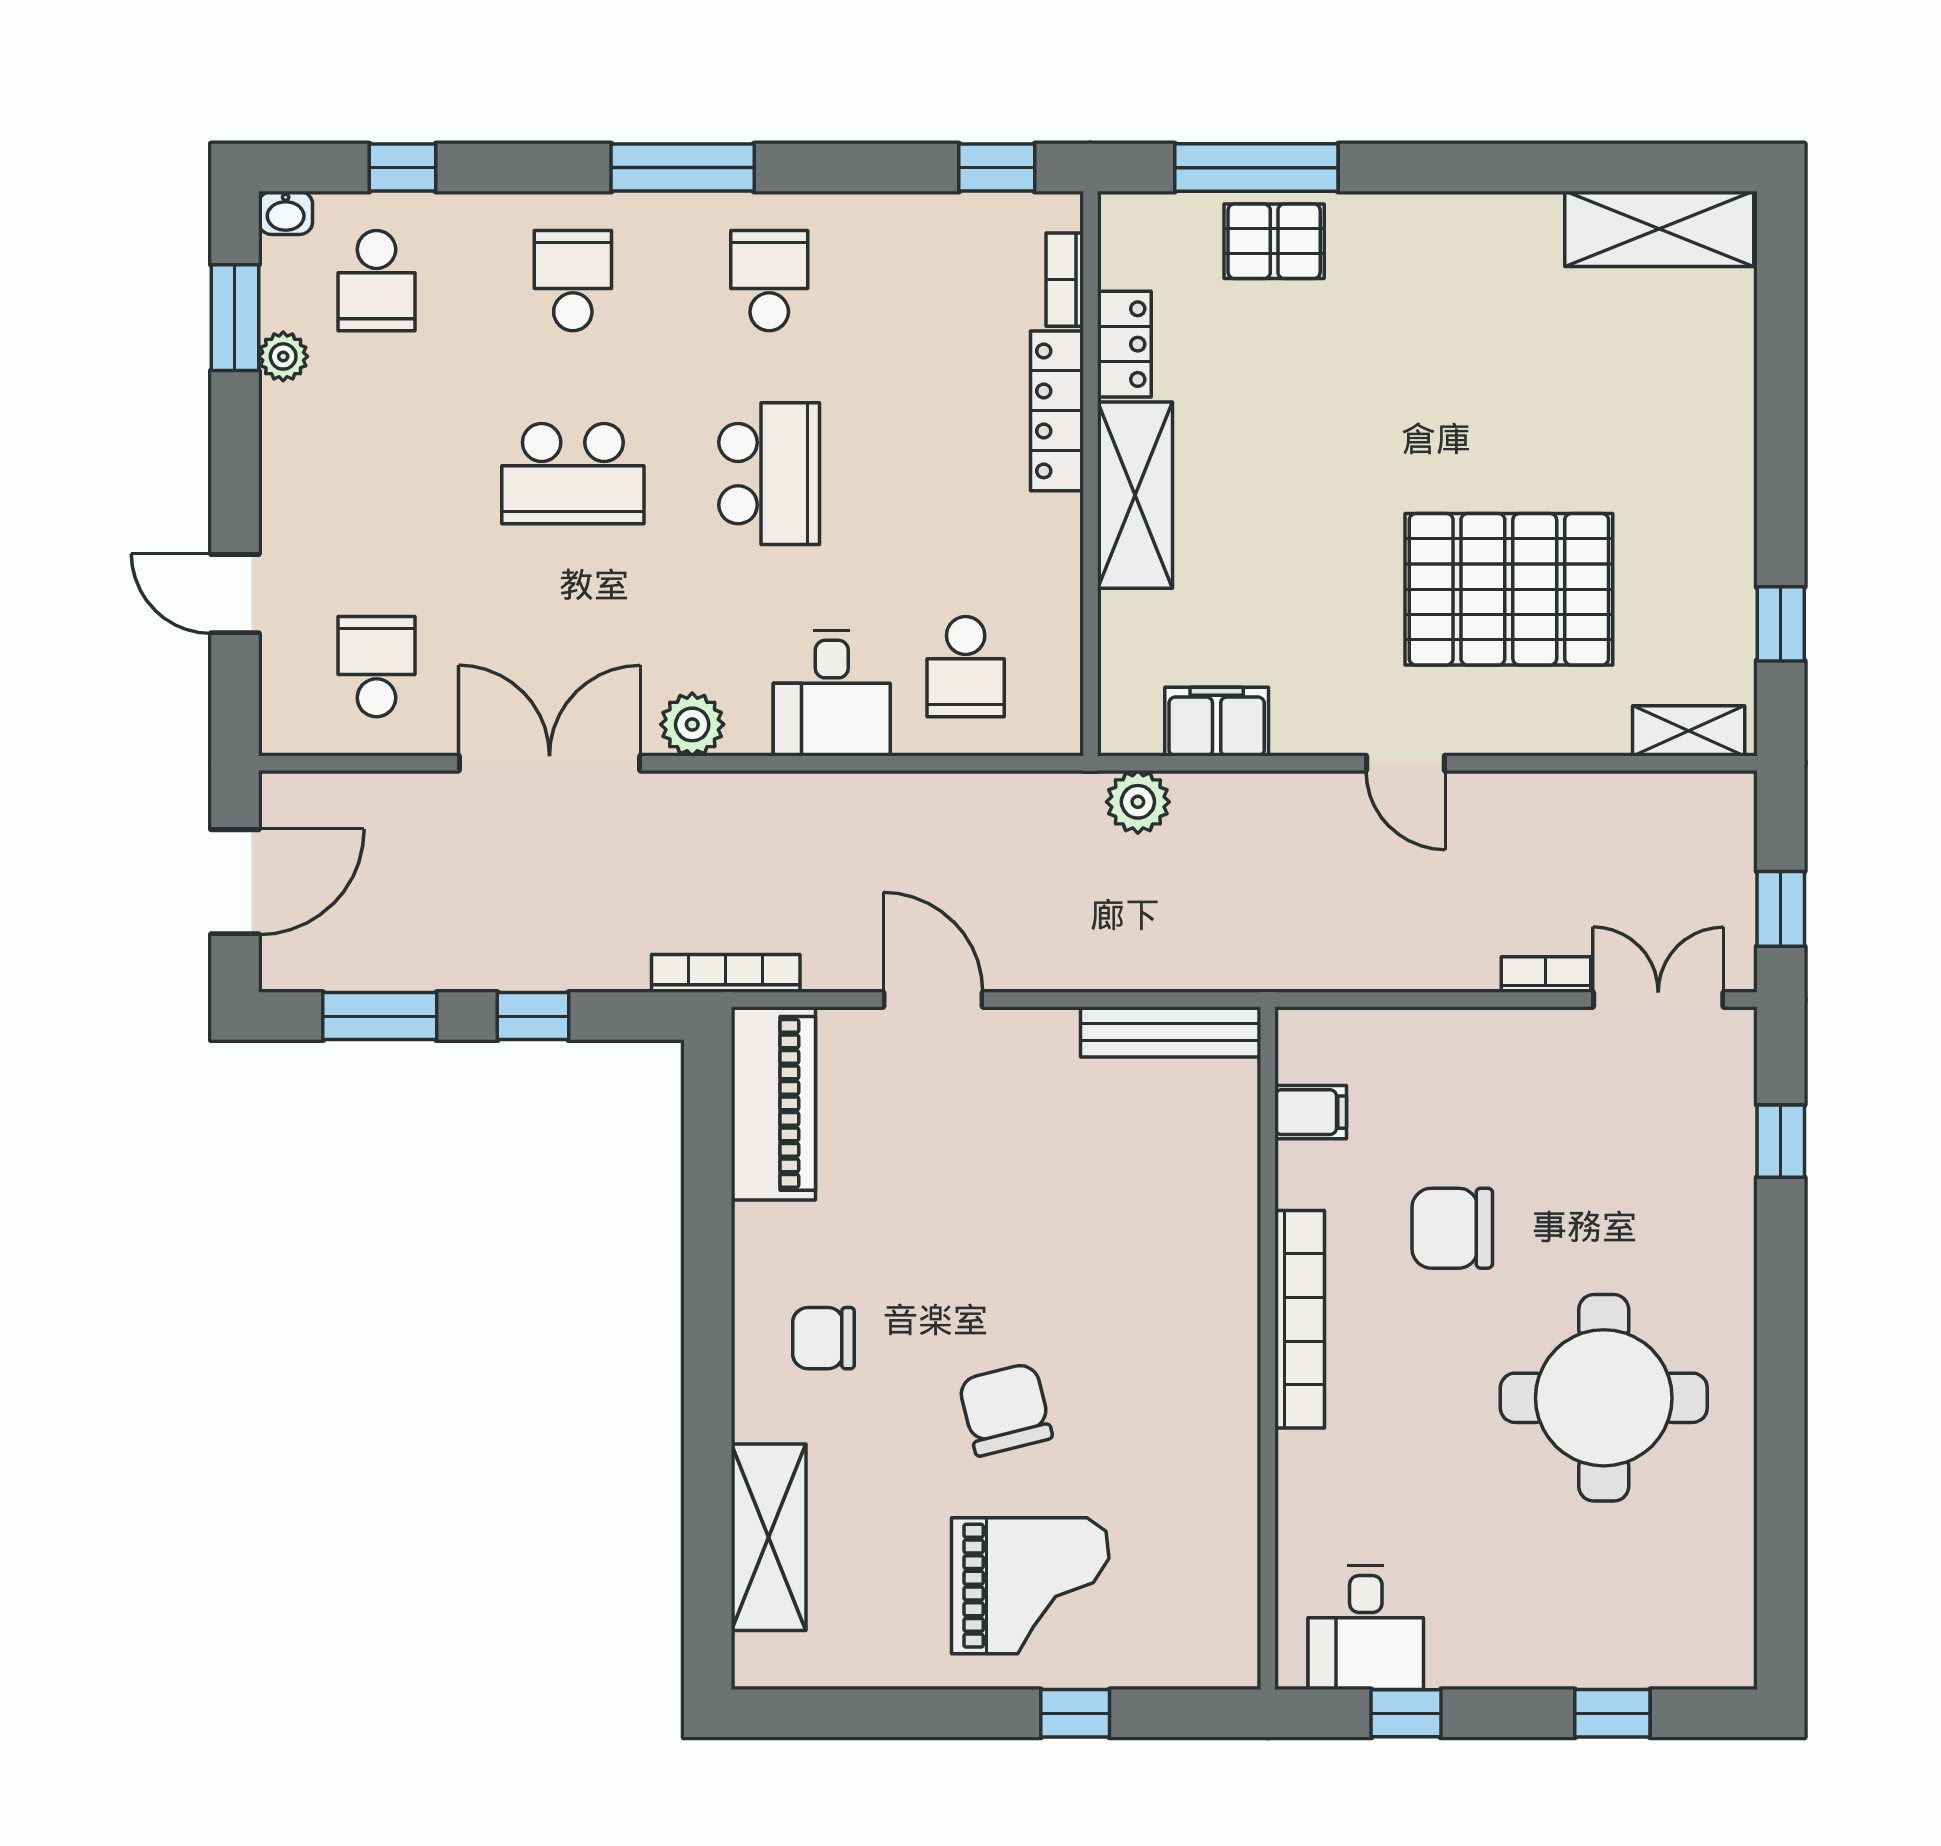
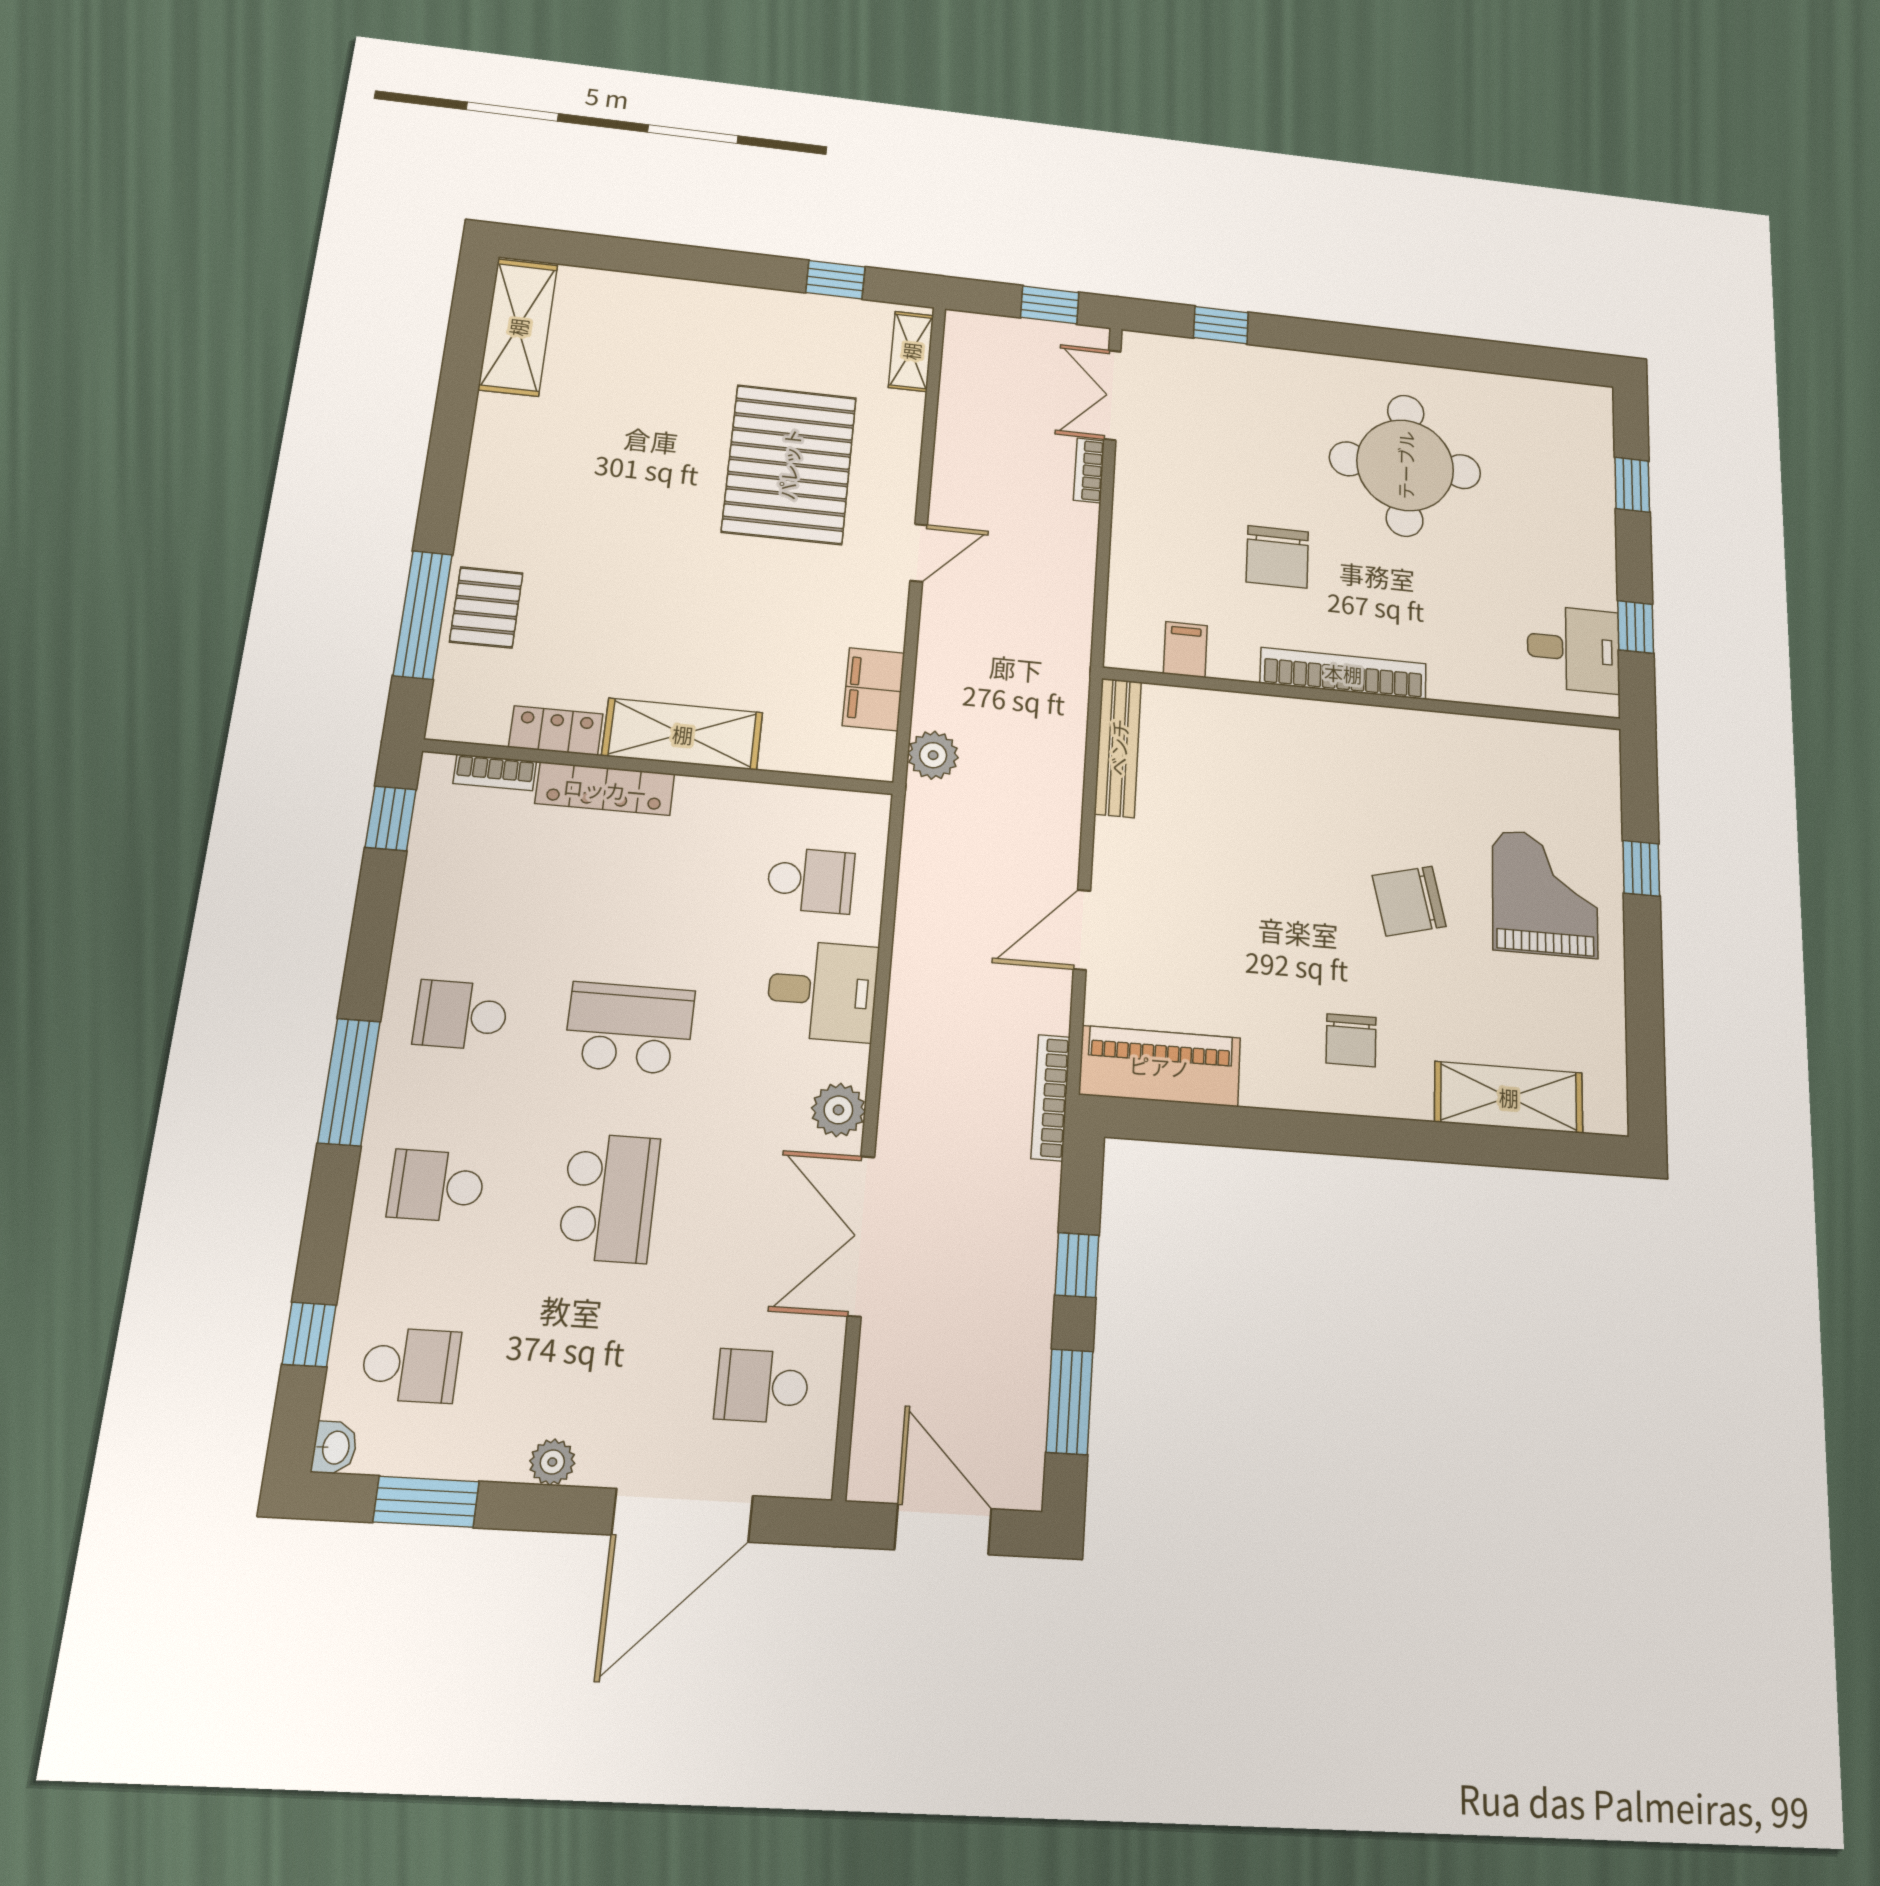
plant: (283, 356) -> (552, 1462), moved
door: (235, 594) -> (682, 1515), width x1.88

